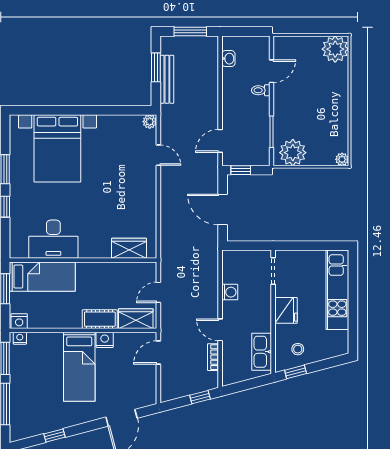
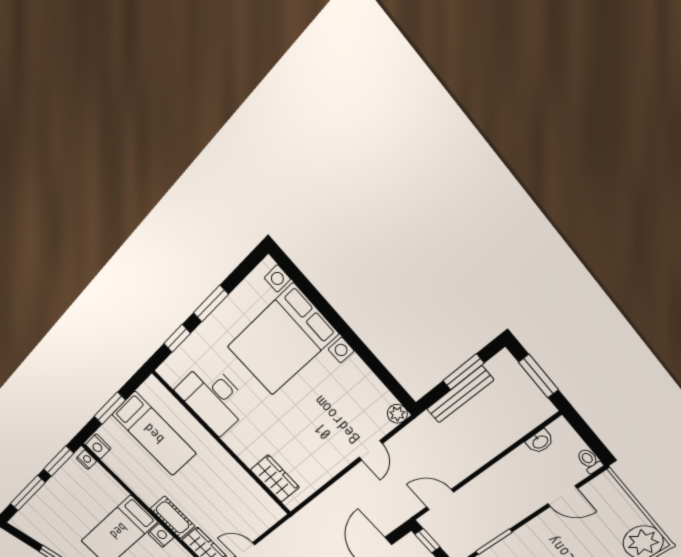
toilet: (261, 90) -> (589, 461), moved
desk: (53, 239) -> (213, 398), moved
wardrobe: (129, 248) -> (275, 479), moved
wall: (83, 260) -> (223, 444), moved

